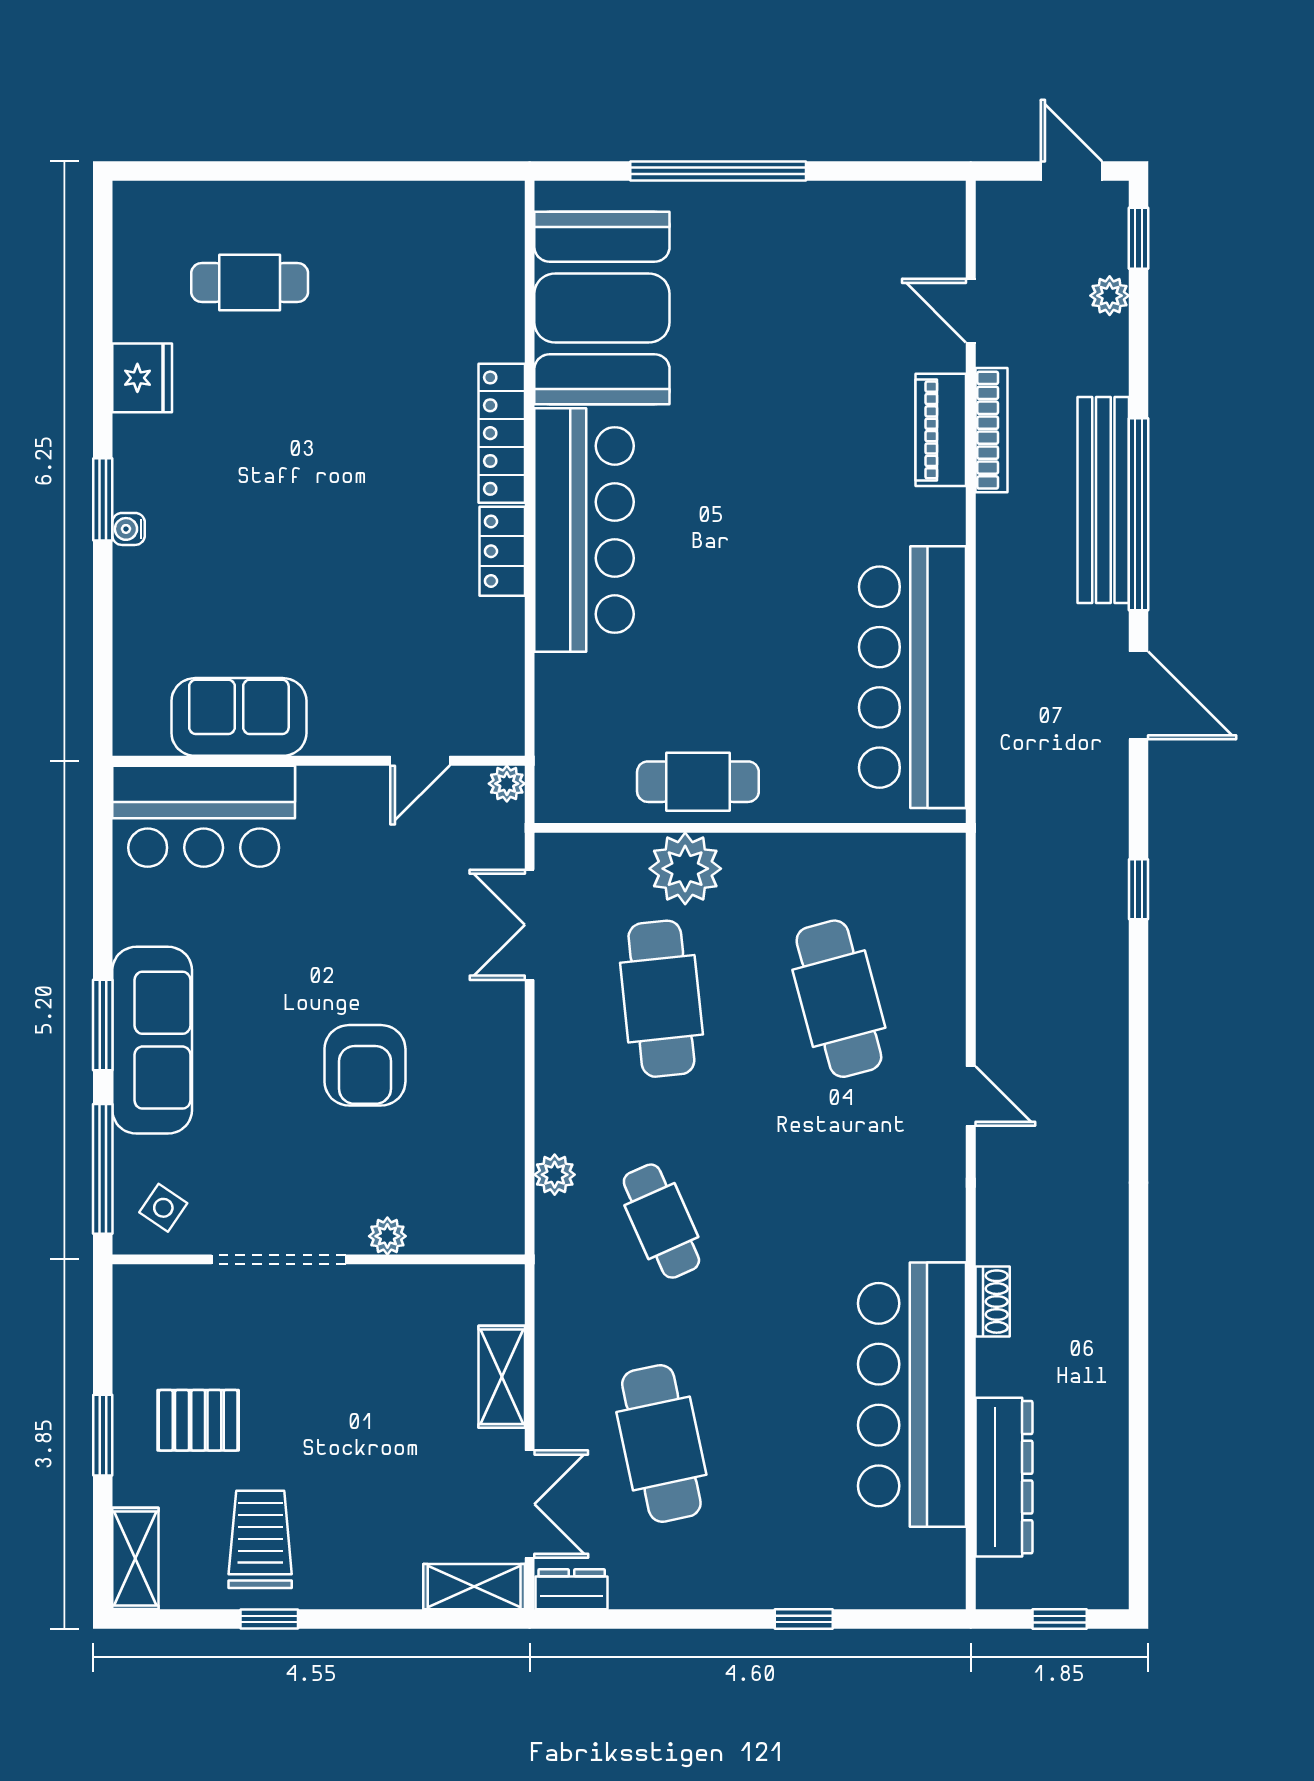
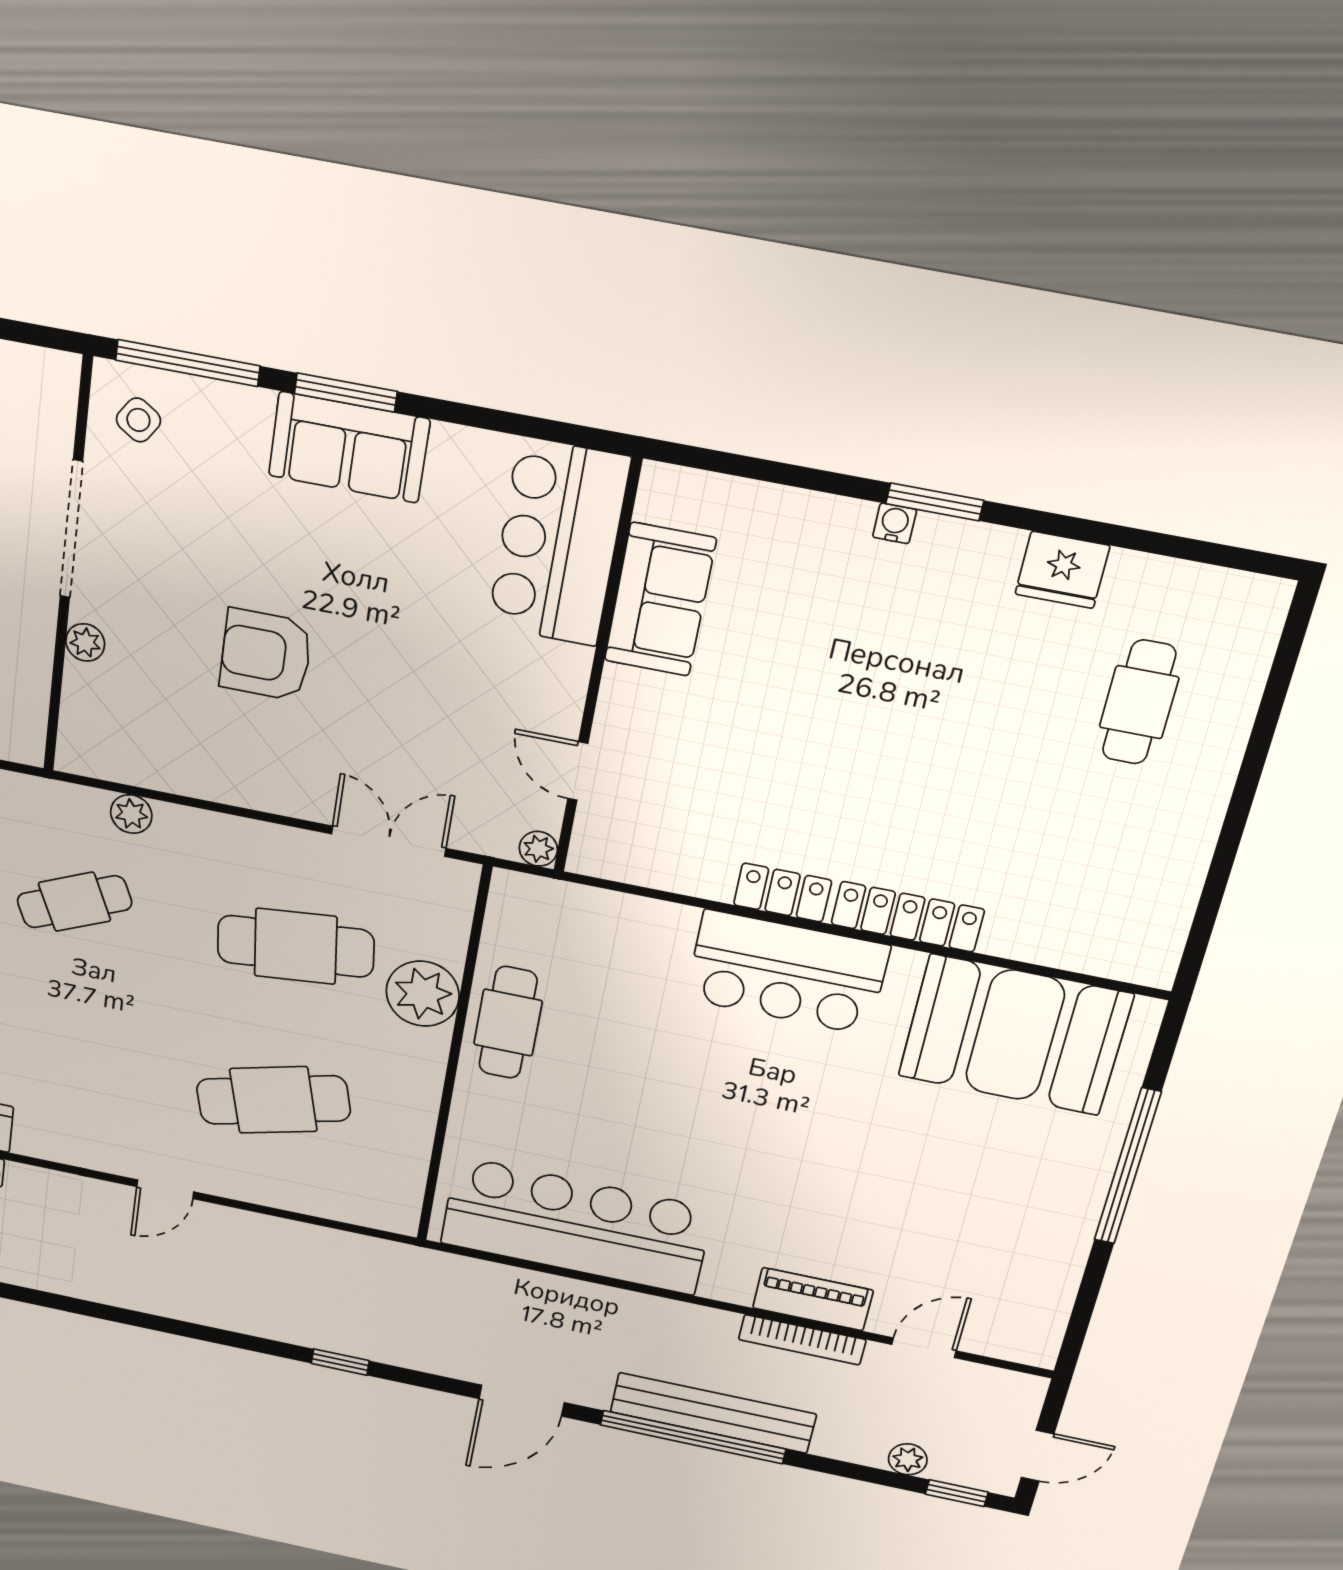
bar counter: (584, 530) -> (787, 972), width x0.73
sofa: (152, 1040) -> (349, 447), width x0.73

